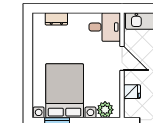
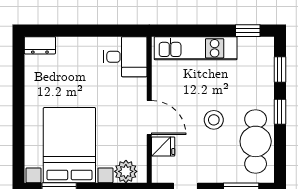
dresser: (56, 19) -> (40, 45), moved
door: (122, 58) -> (149, 118), moved

